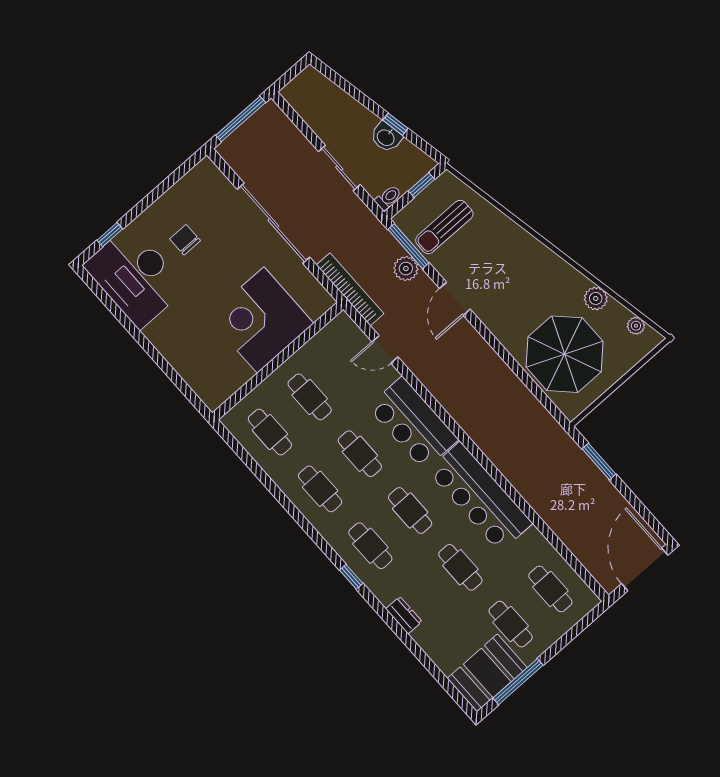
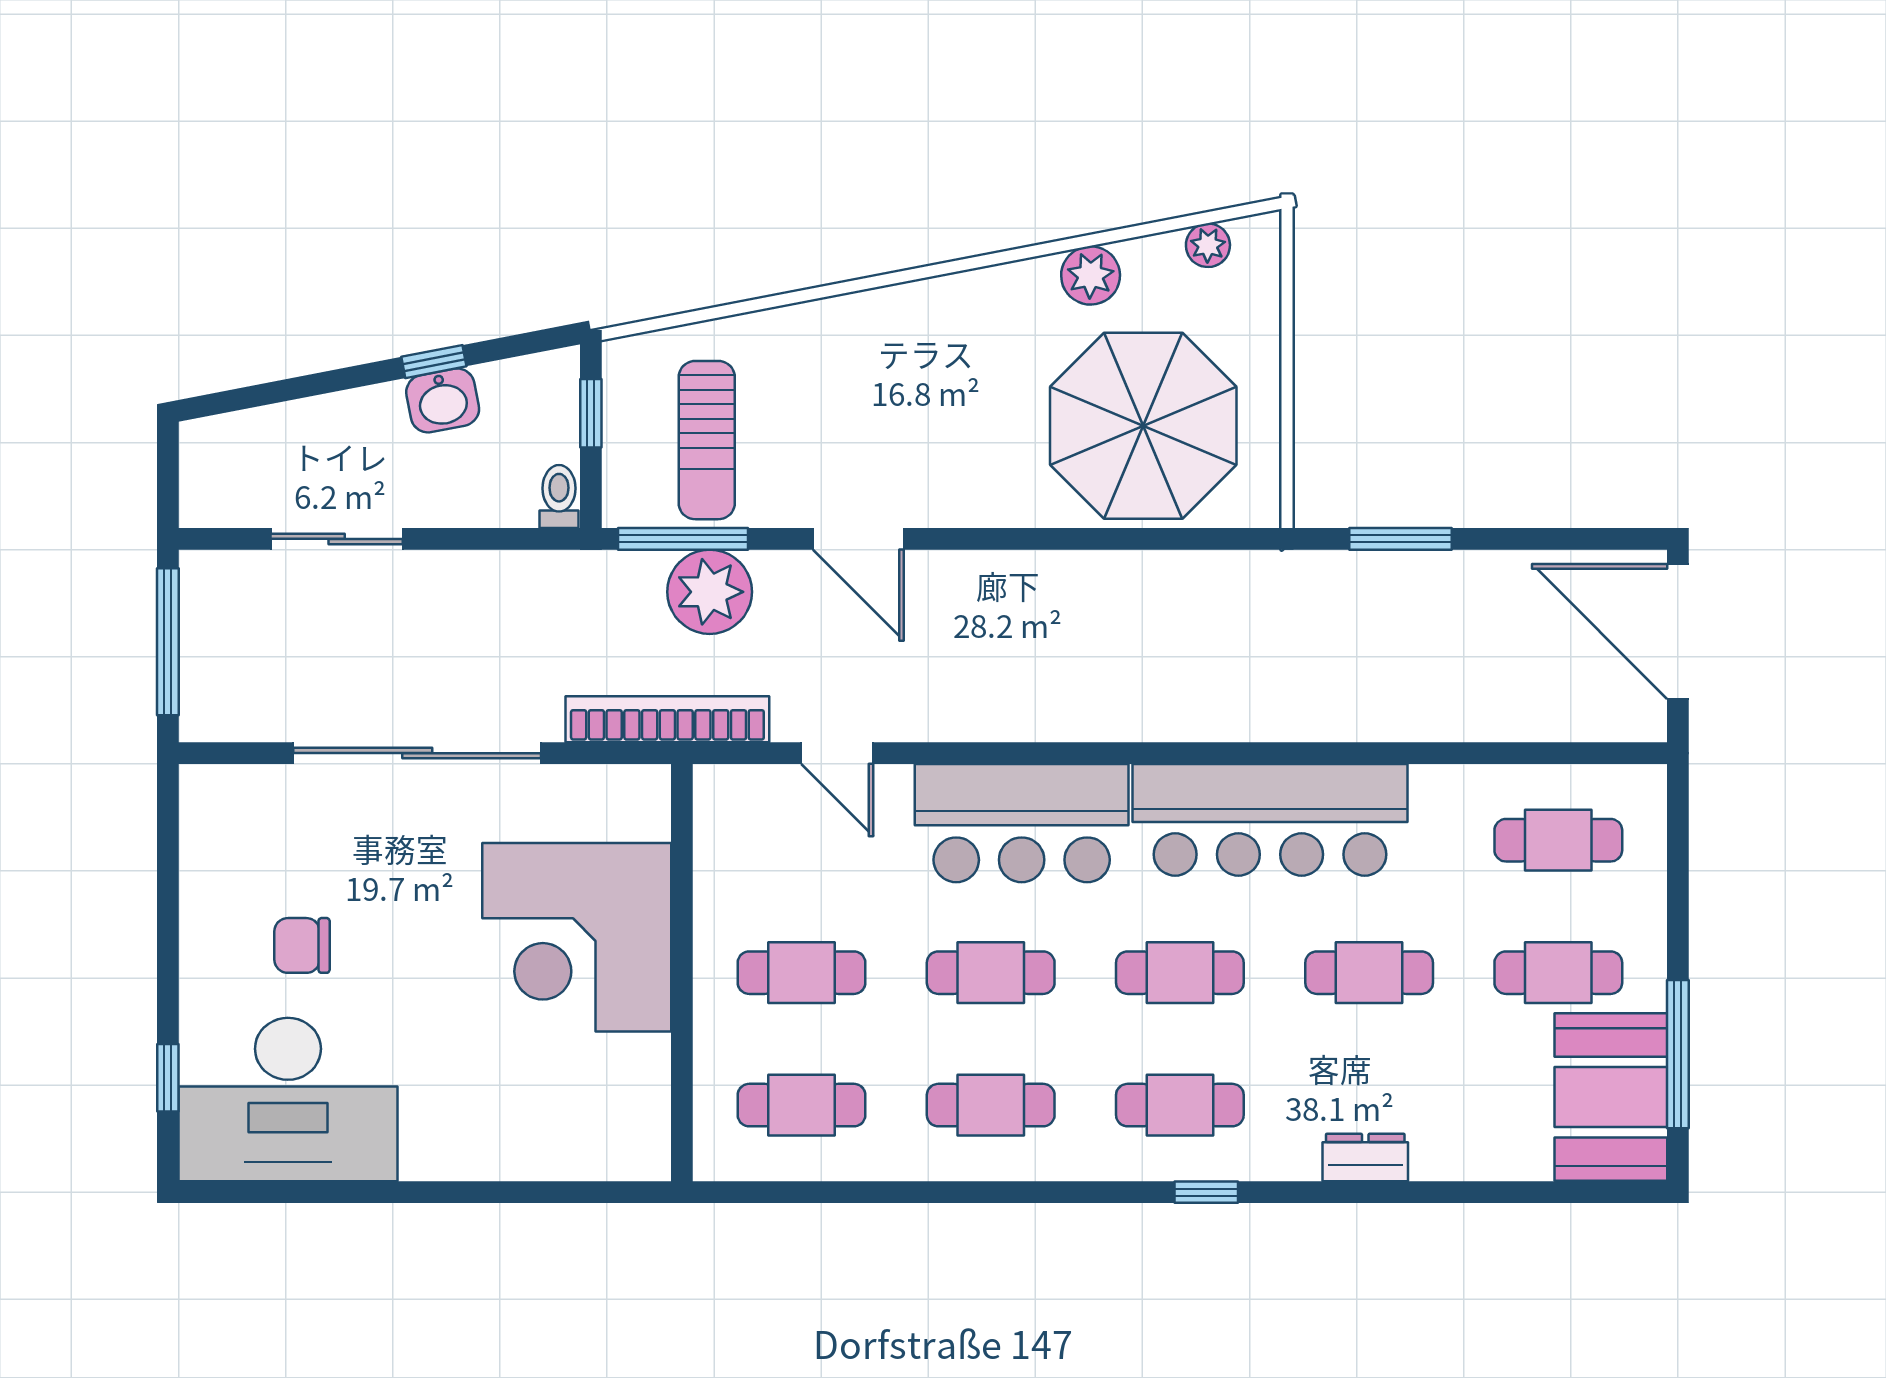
sliding door: (339, 168) -> (337, 539), moved
plant: (406, 269) -> (710, 592), width x1.36, depth x1.36
door: (385, 349) -> (837, 753), hinge flipped

